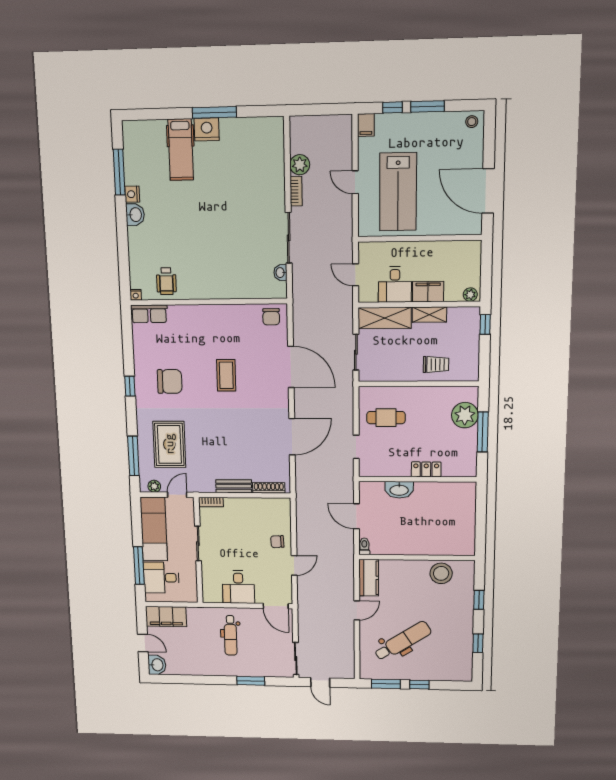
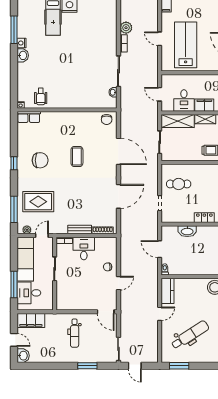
lab bench: (398, 192) -> (186, 45), turned 180
rug: (169, 444) -> (38, 202), turned 90
desk: (238, 587) -> (84, 248), moved, turned 180
window: (419, 685) -> (201, 366), removed

